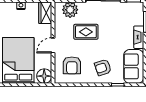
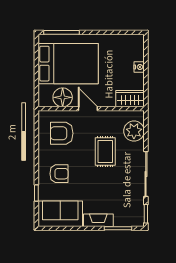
armchair: (103, 67) -> (59, 174), turned 109
floor lamp: (44, 76) -> (63, 97), moved

